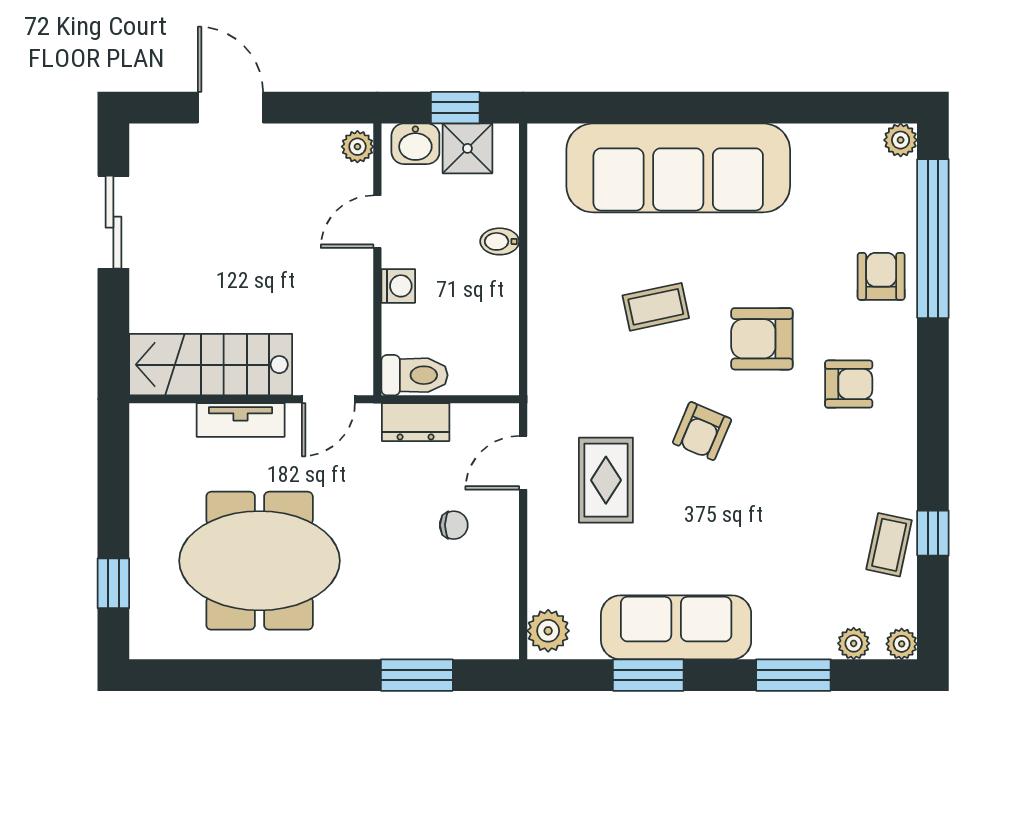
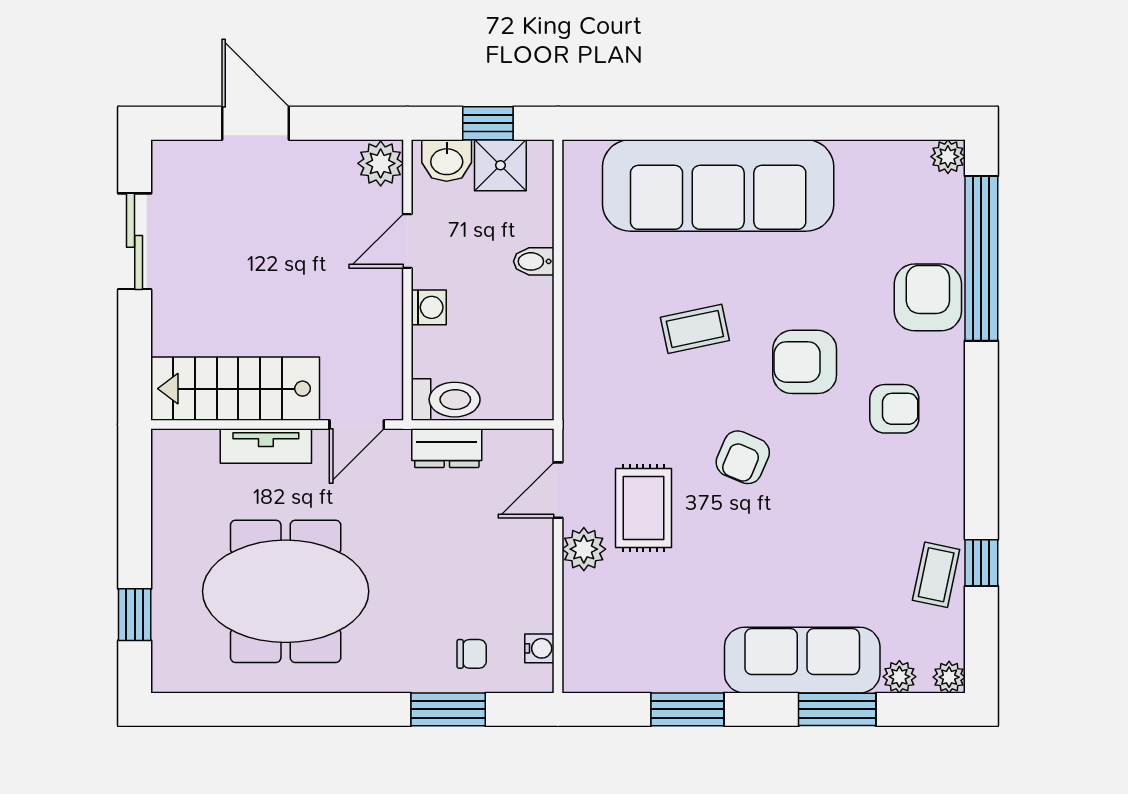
plant: (357, 147) -> (381, 163), width x1.38, depth x1.38
armchair: (881, 276) -> (928, 297), width x1.38, depth x1.38
chair: (454, 525) -> (472, 654), moved
water cooler: (505, 616) -> (539, 648), added
sofa: (676, 627) -> (802, 660), moved
plant: (548, 631) -> (584, 549), moved

